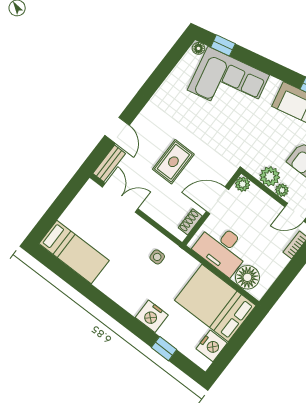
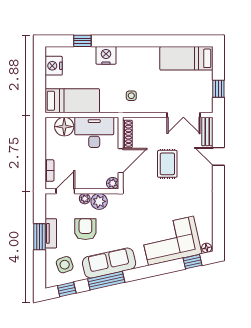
window: (66, 198) -> (218, 89), added
shoe rack: (190, 222) -> (127, 134), width x1.43
bed: (215, 303) -> (72, 101), width x0.67

